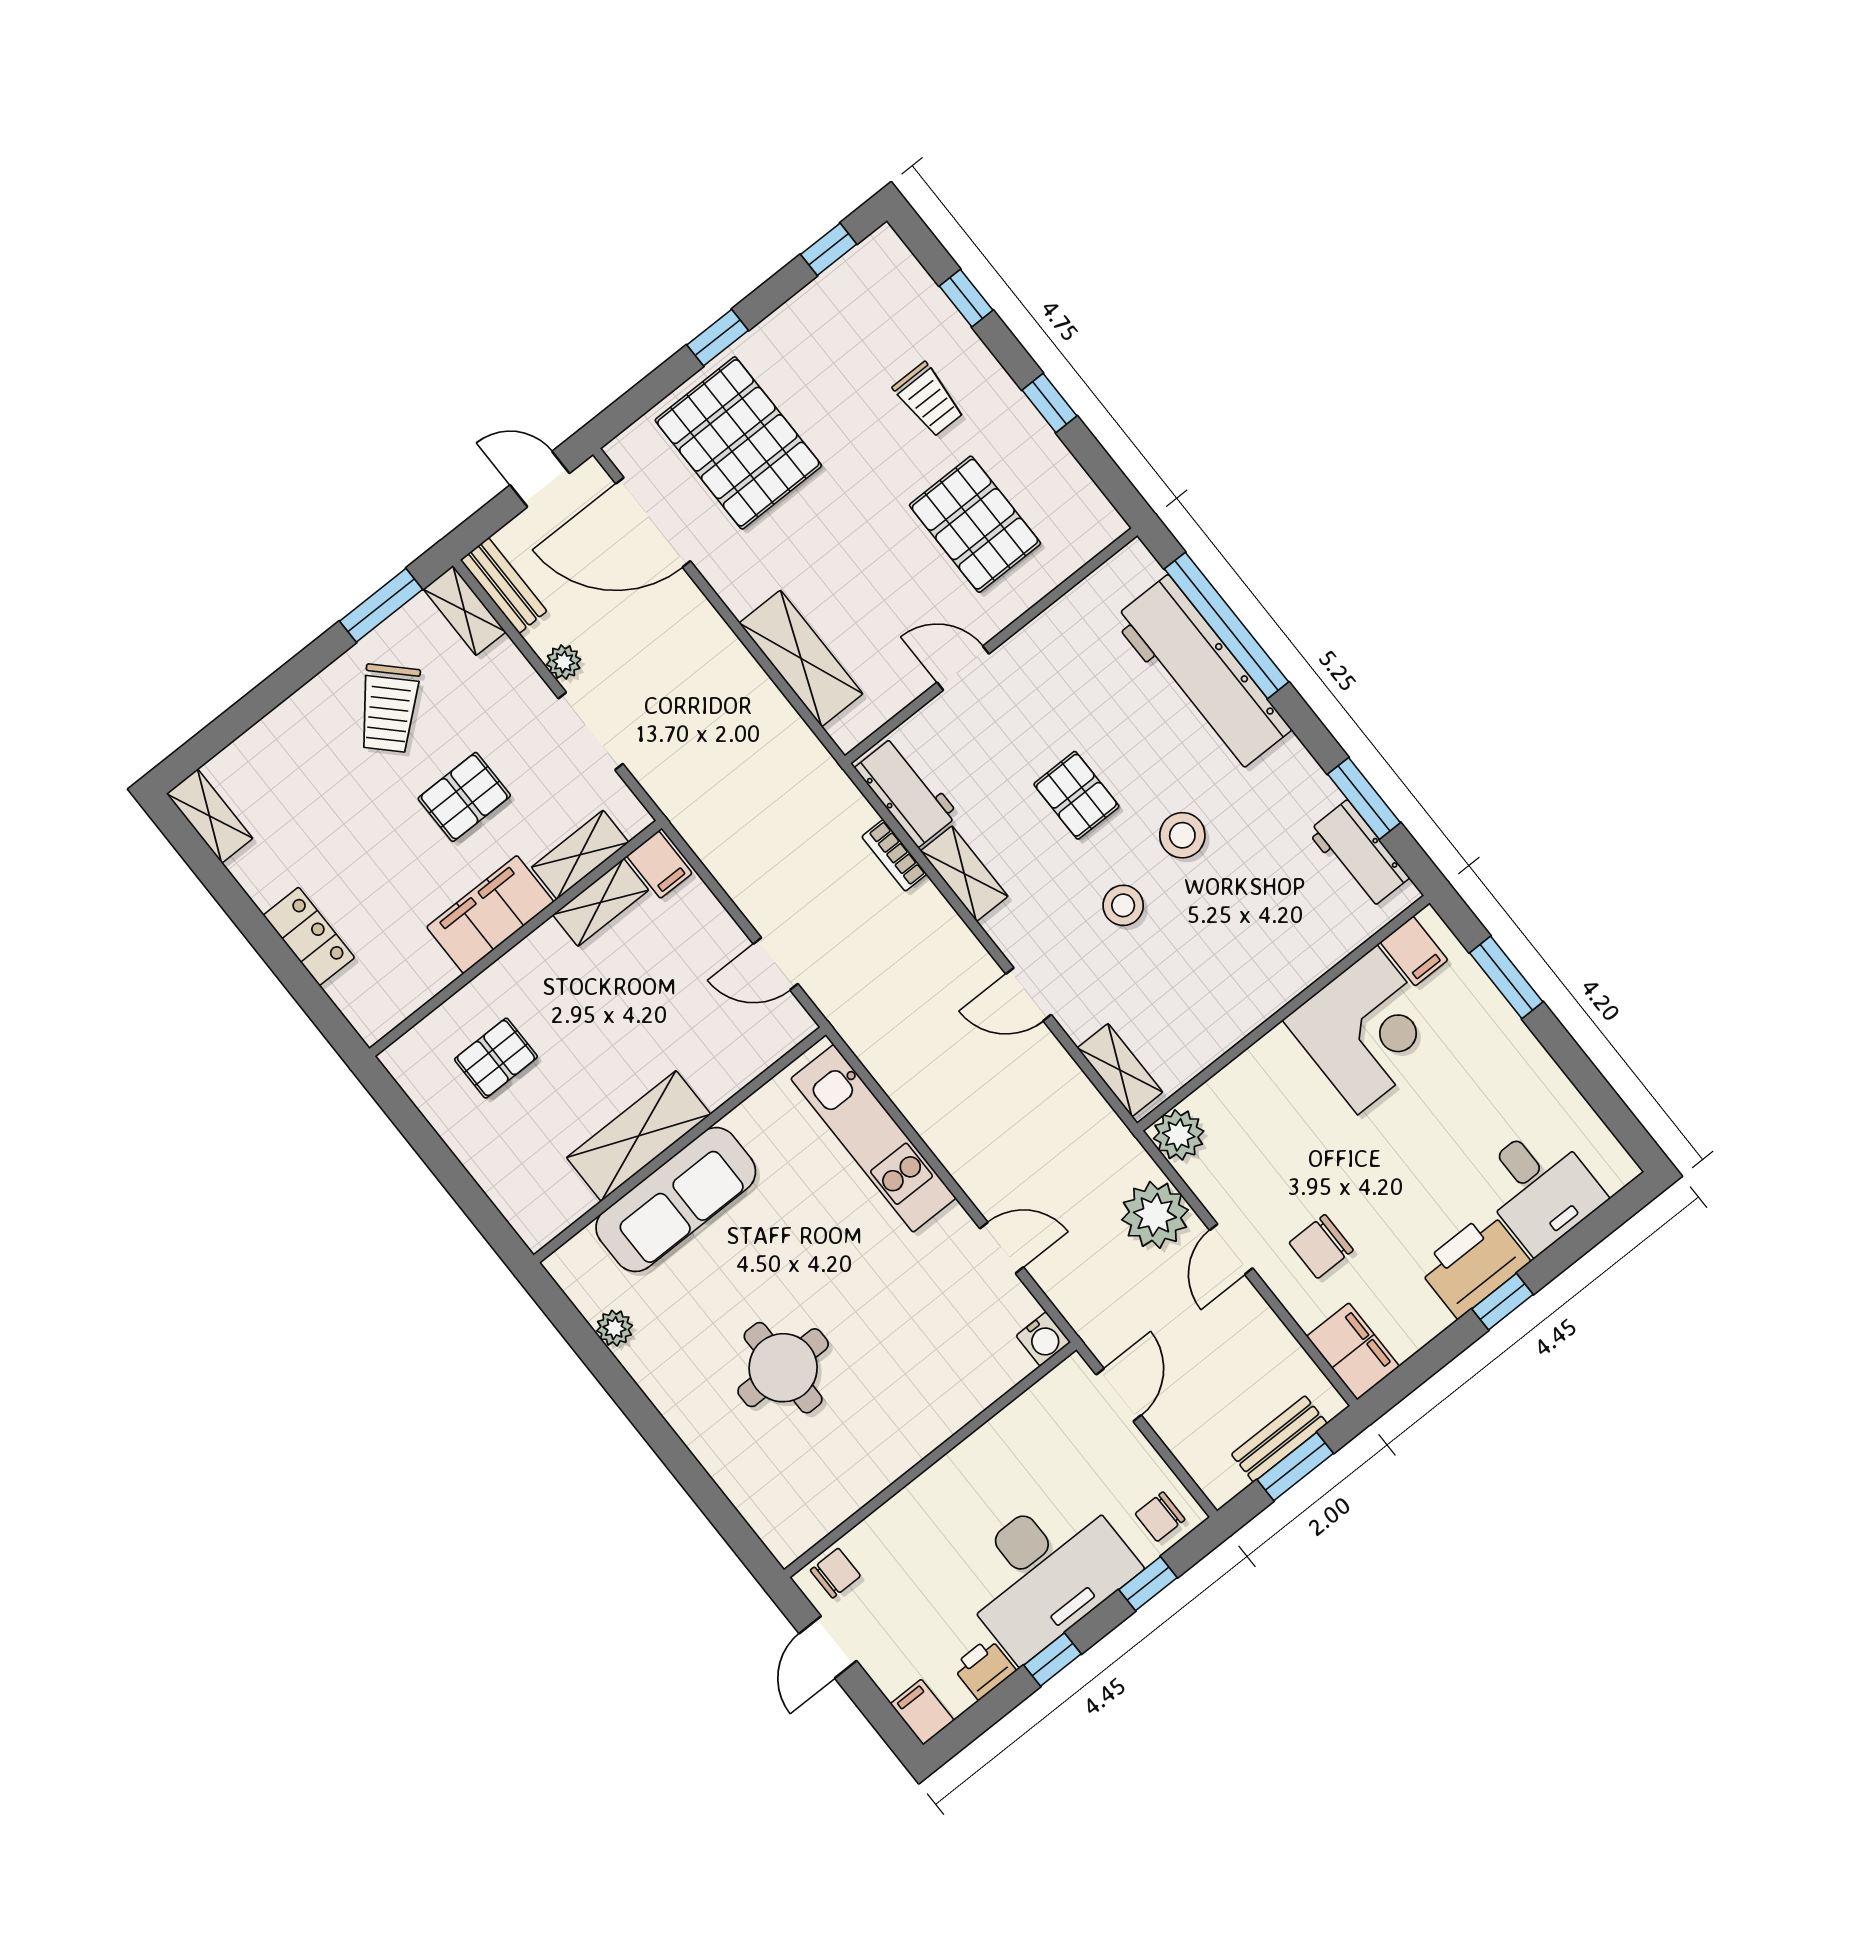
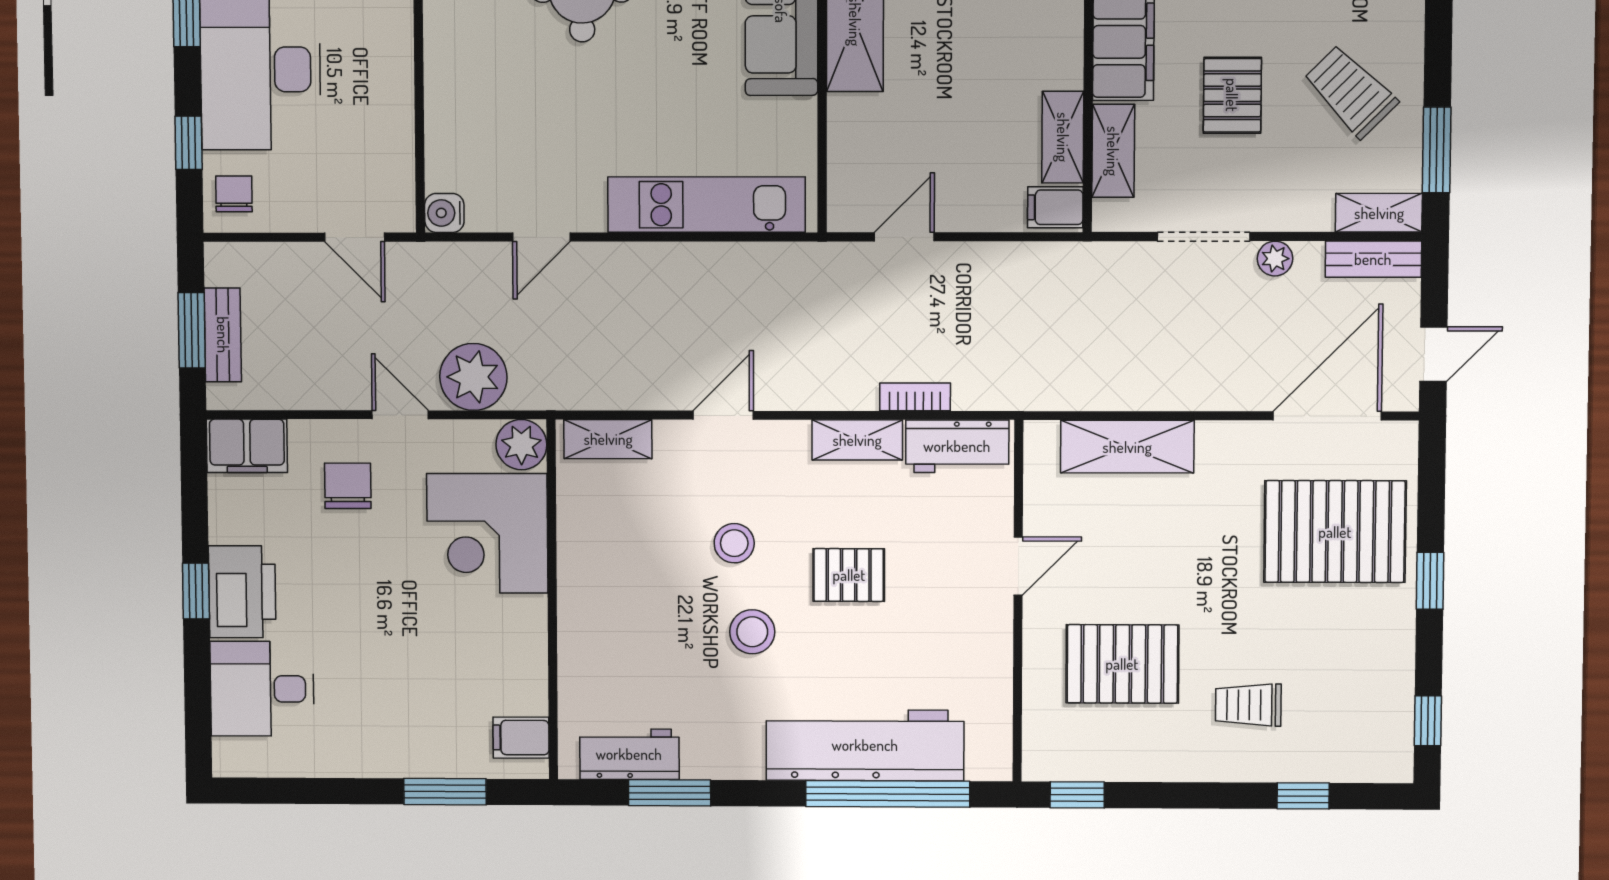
window: (1049, 403) -> (1077, 795), moved
corner desk: (1367, 1030) -> (487, 533), moved

